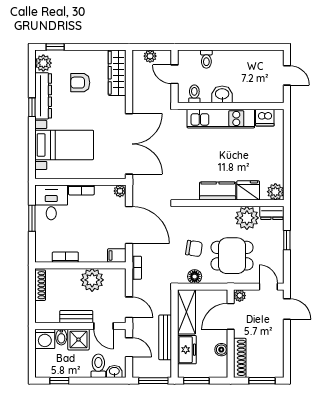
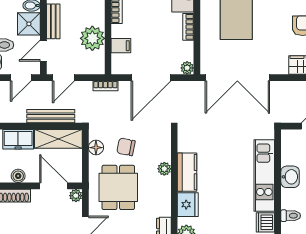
toilet: (194, 94) -> (291, 216), moved
plant: (247, 218) -> (164, 169), moved, width x0.53, depth x0.53
chair: (194, 248) -> (126, 147), turned 92
filing cabinet: (117, 255) -> (121, 46), moved, turned 90
bench: (165, 337) -> (51, 116), moved

